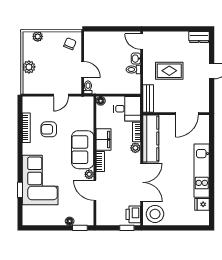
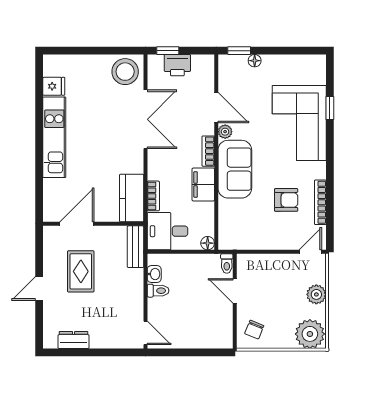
plant: (38, 36) -> (310, 334), width x1.87, depth x1.87
dresser: (199, 37) -> (74, 340), moved
washbasin: (136, 59) -> (154, 274), moved
rug: (169, 71) -> (81, 271), moved, turned 90
door: (61, 95) -> (310, 252), moved
kitchen counter: (151, 138) -> (132, 198), width x0.67
plant: (135, 148) -> (155, 172), removed
double door: (142, 182) -> (145, 119), swing flipped
printer: (133, 214) -> (177, 65), moved, turned 90

